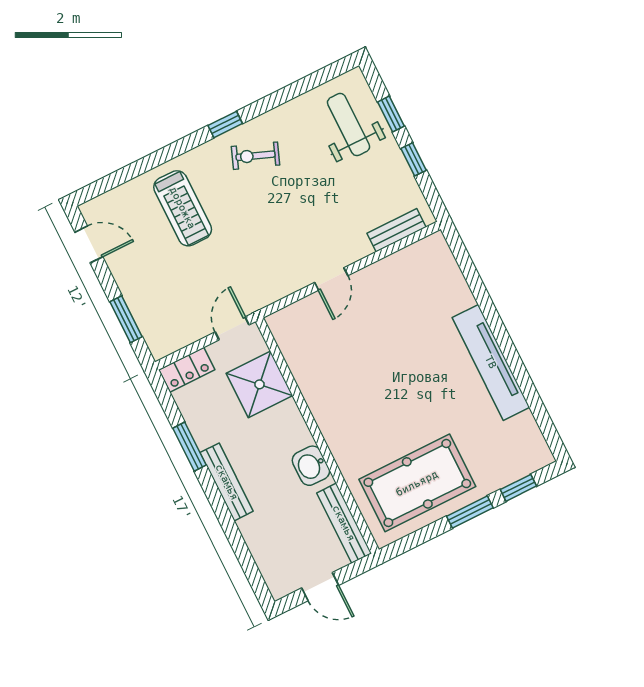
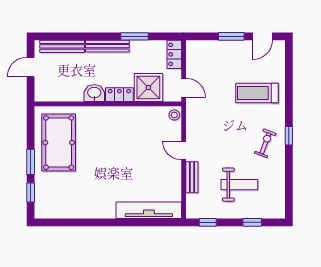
weight bench: (349, 125) -> (239, 185), moved
window: (414, 159) -> (208, 222), moved
bench: (396, 230) -> (192, 177), moved
window: (126, 319) -> (231, 36), moved
stool: (282, 322) -> (174, 115), added
tv unit: (491, 362) -> (149, 210), moved
locker: (294, 425) -> (119, 95), added
bench: (344, 523) -> (62, 46), moved

